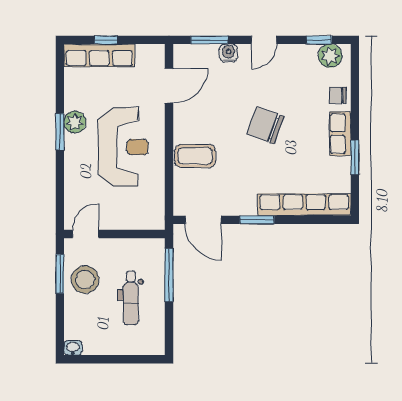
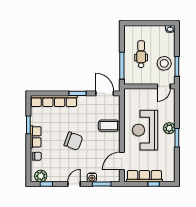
row of seats: (99, 55) -> (144, 176), moved
plant: (75, 122) -> (169, 128), moved

